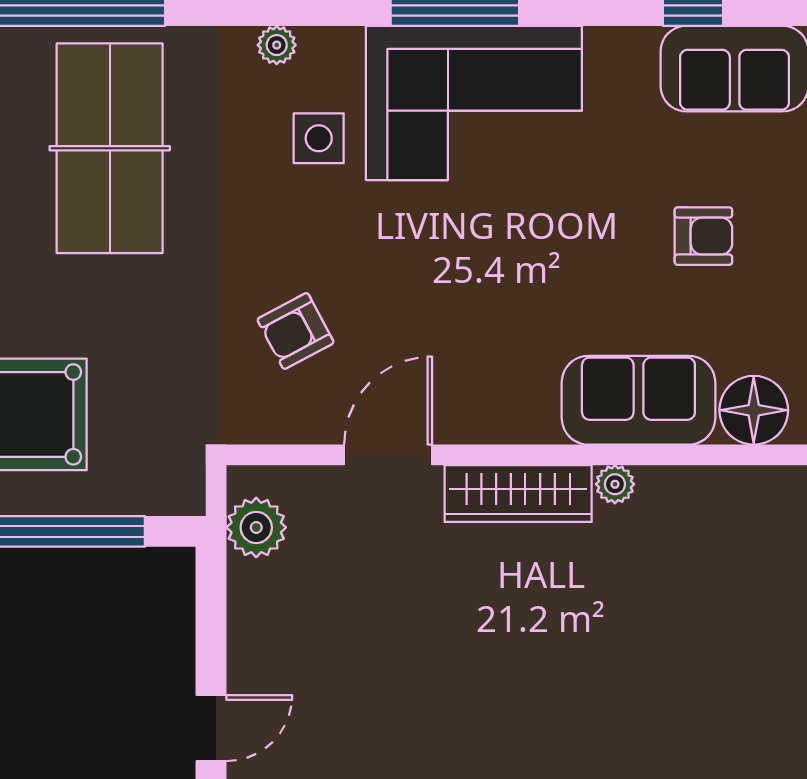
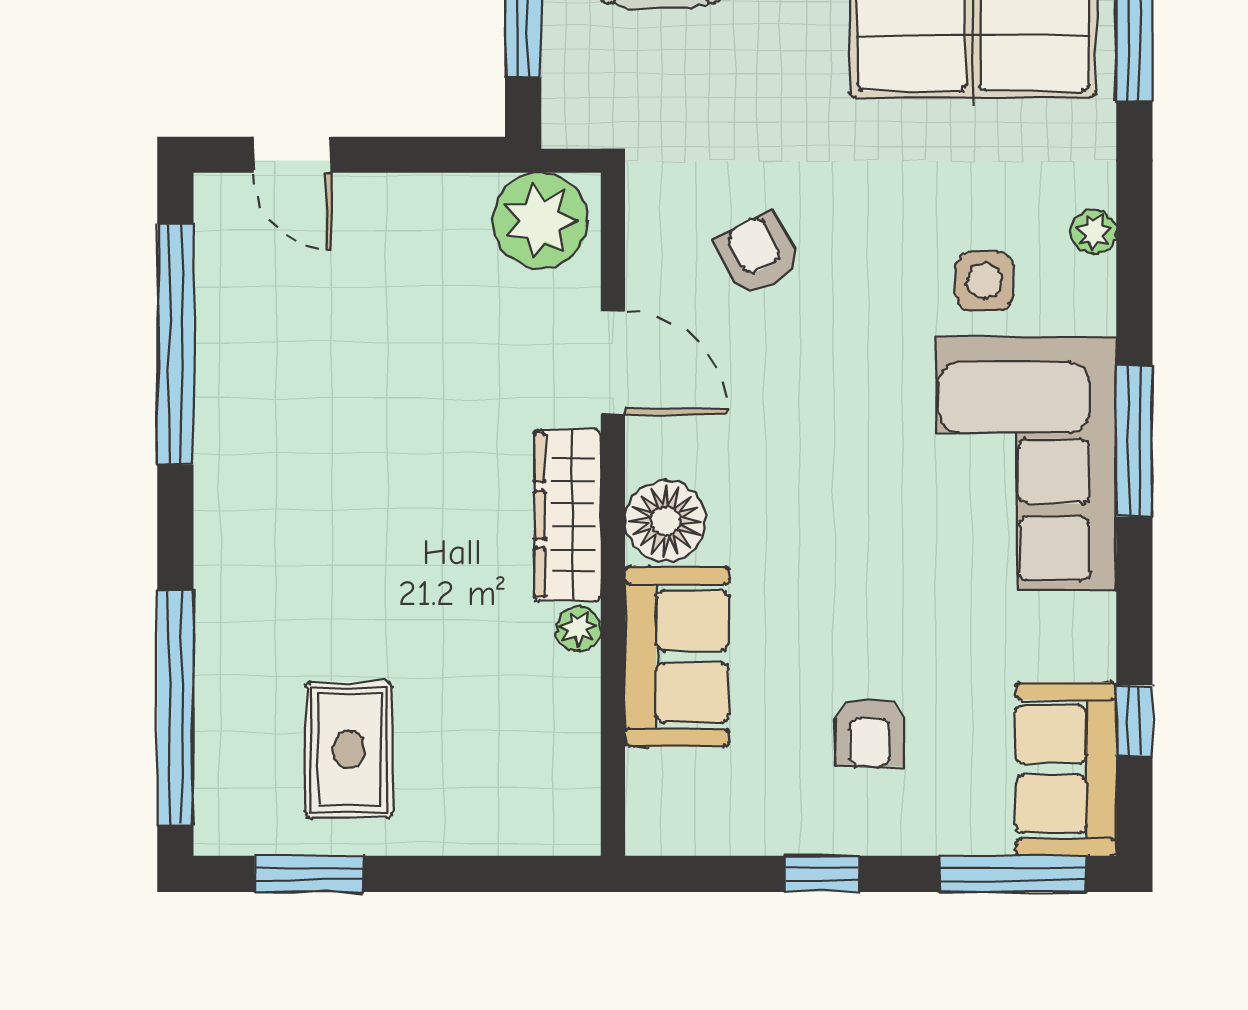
floor lamp: (754, 410) -> (665, 521), moved
plant: (256, 527) -> (540, 221), width x1.36, depth x1.36
rug: (718, 680) -> (349, 750), added

